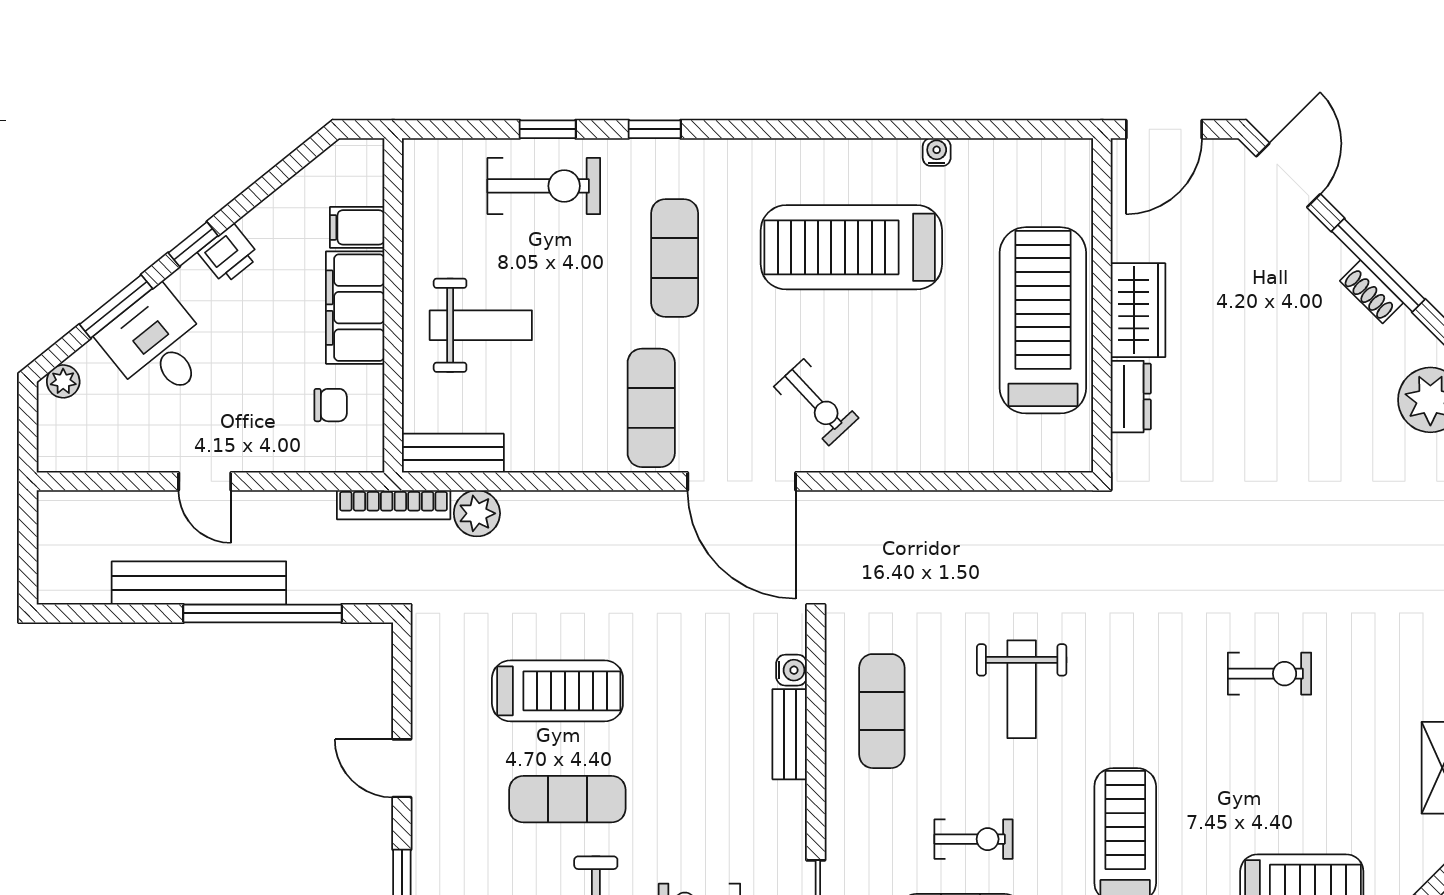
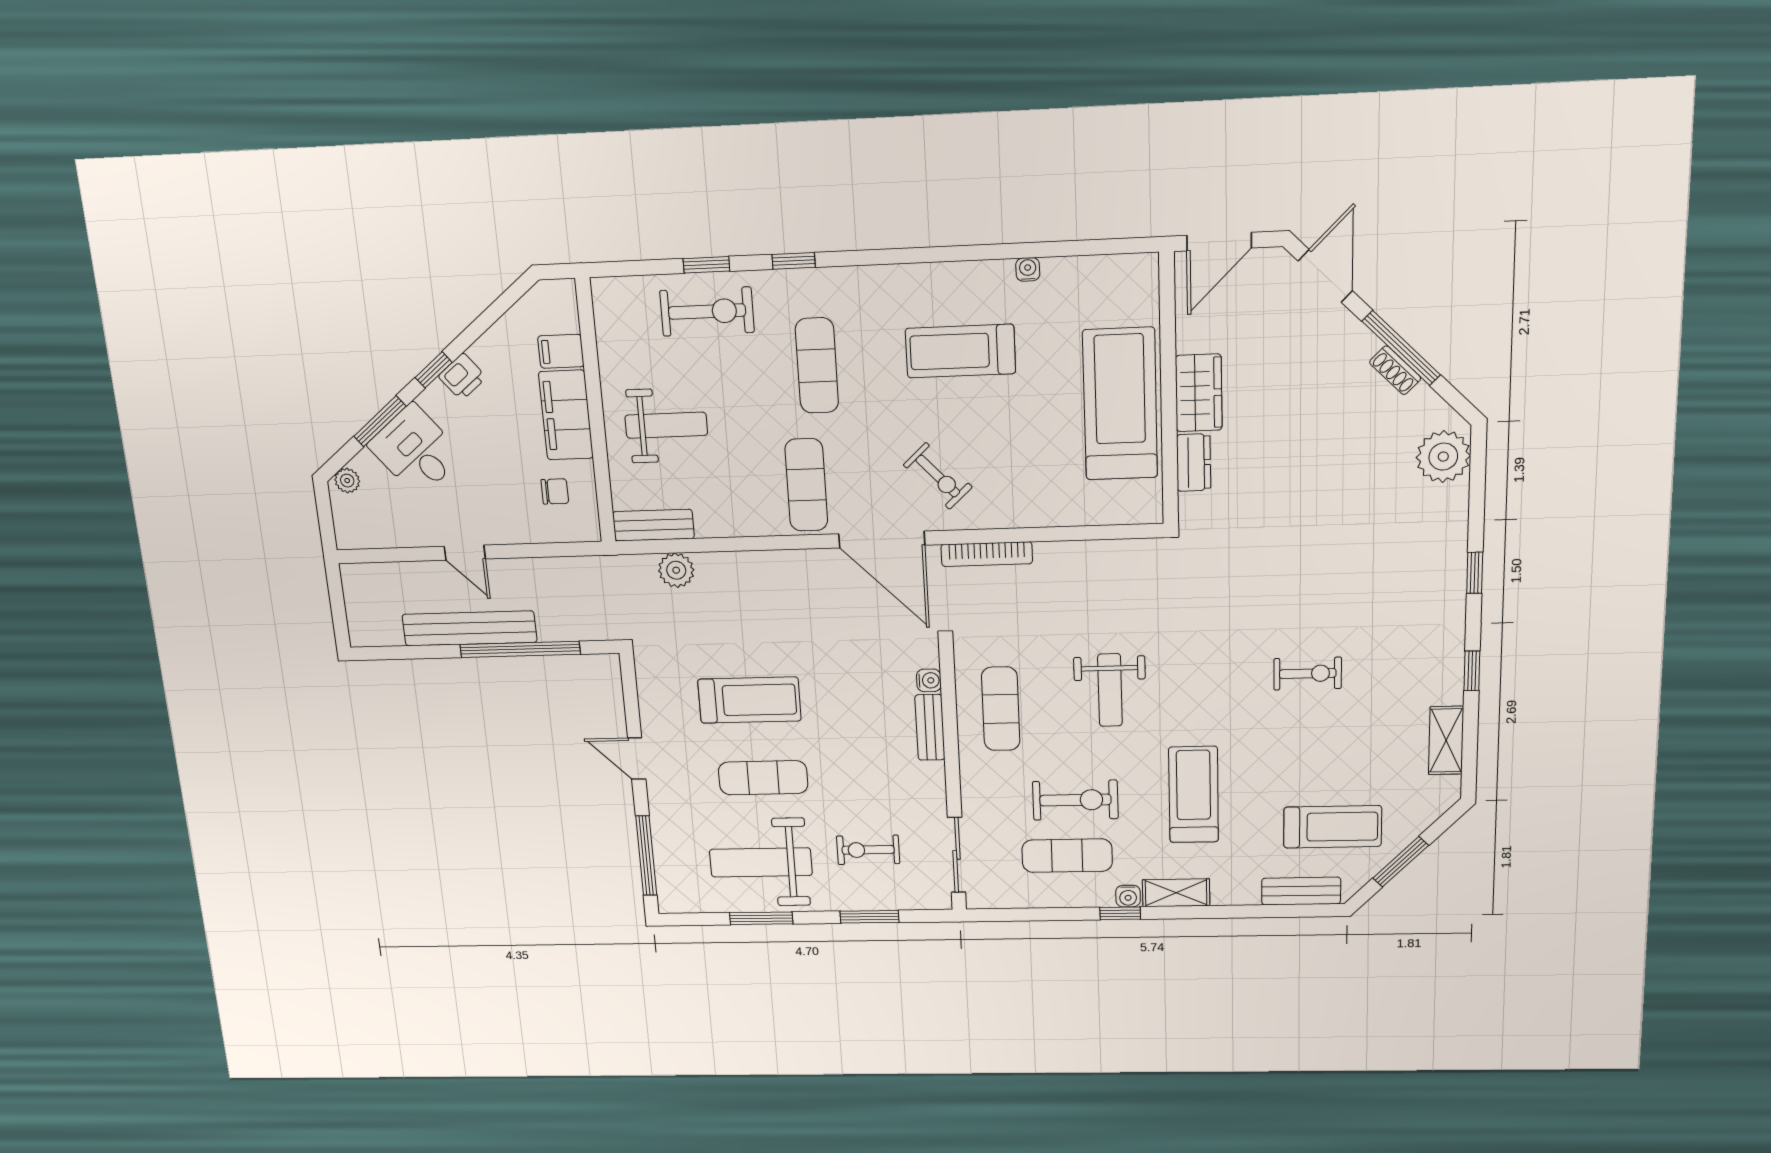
treadmill: (851, 247) -> (960, 351), width x0.73, depth x0.73
bookcase: (394, 505) -> (987, 554), moved
exercise bike: (974, 839) -> (1075, 800), width x1.38, depth x1.39

